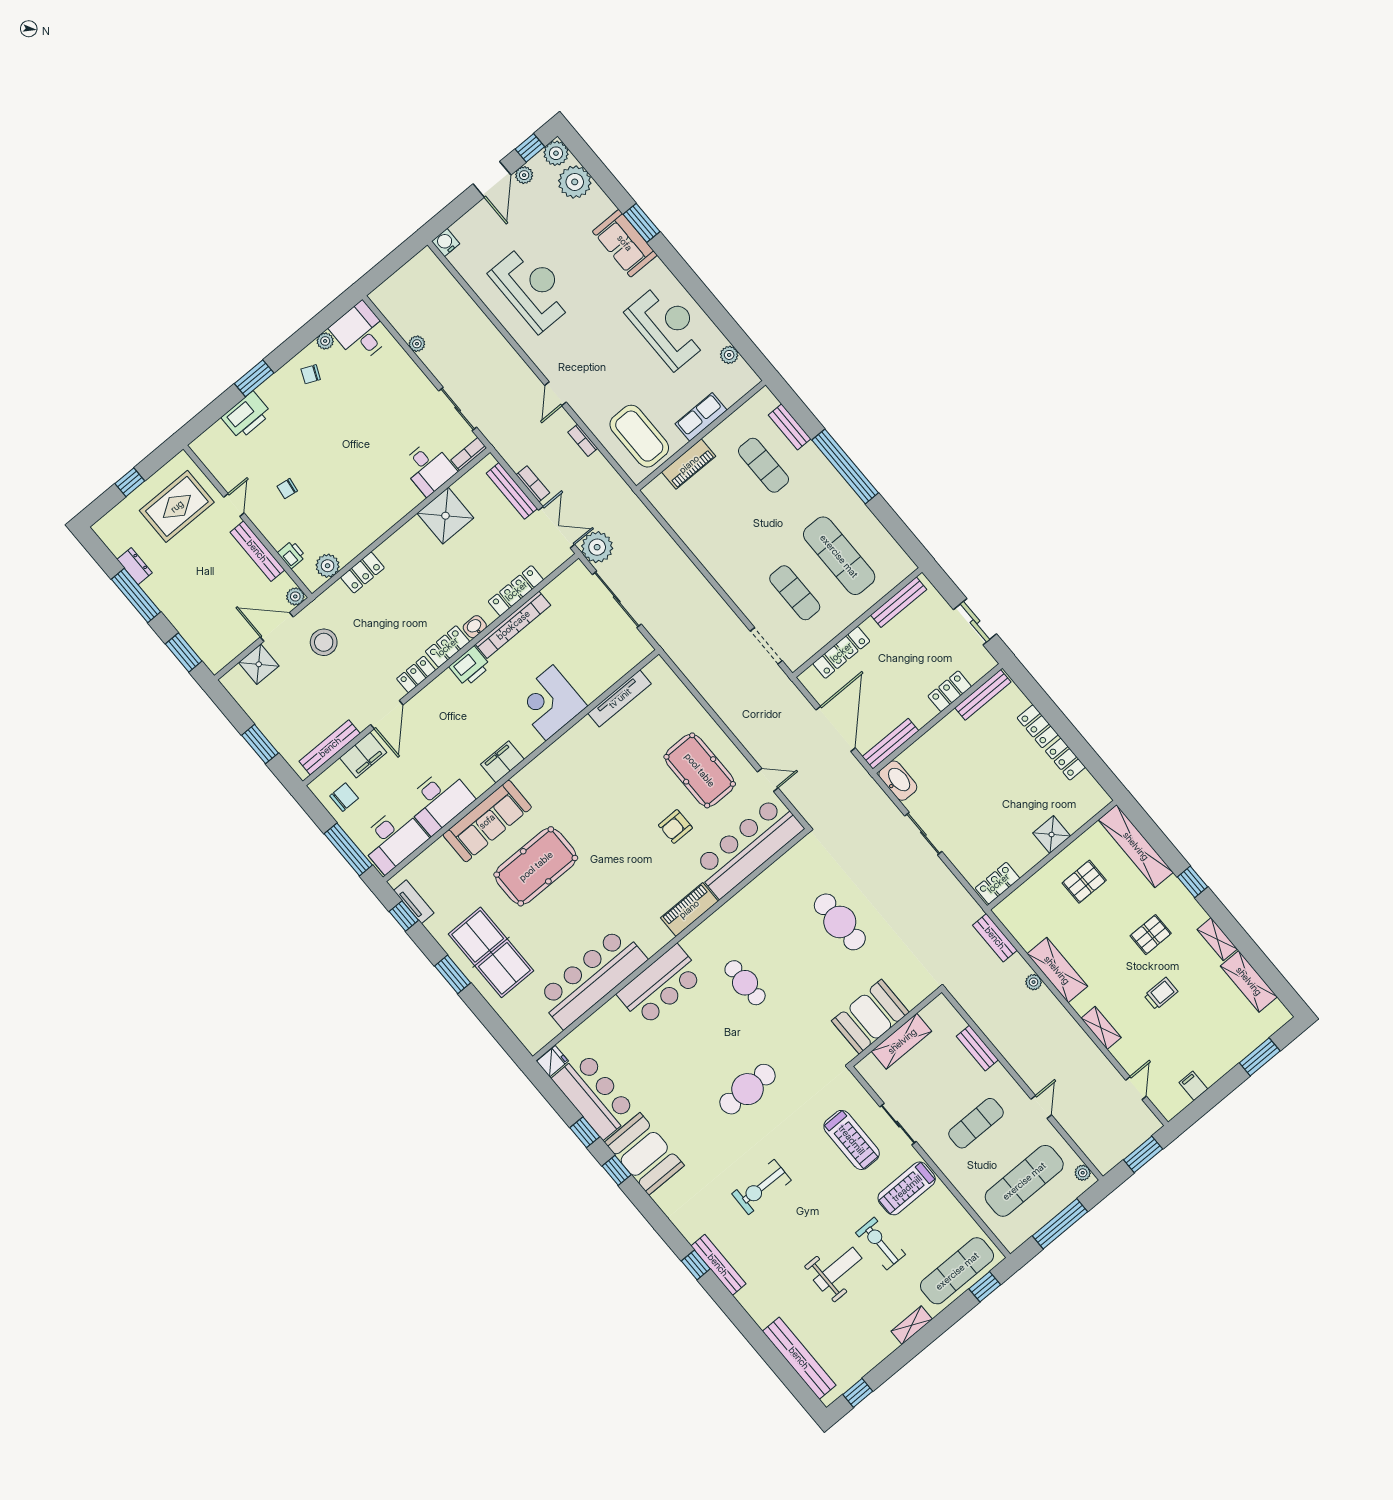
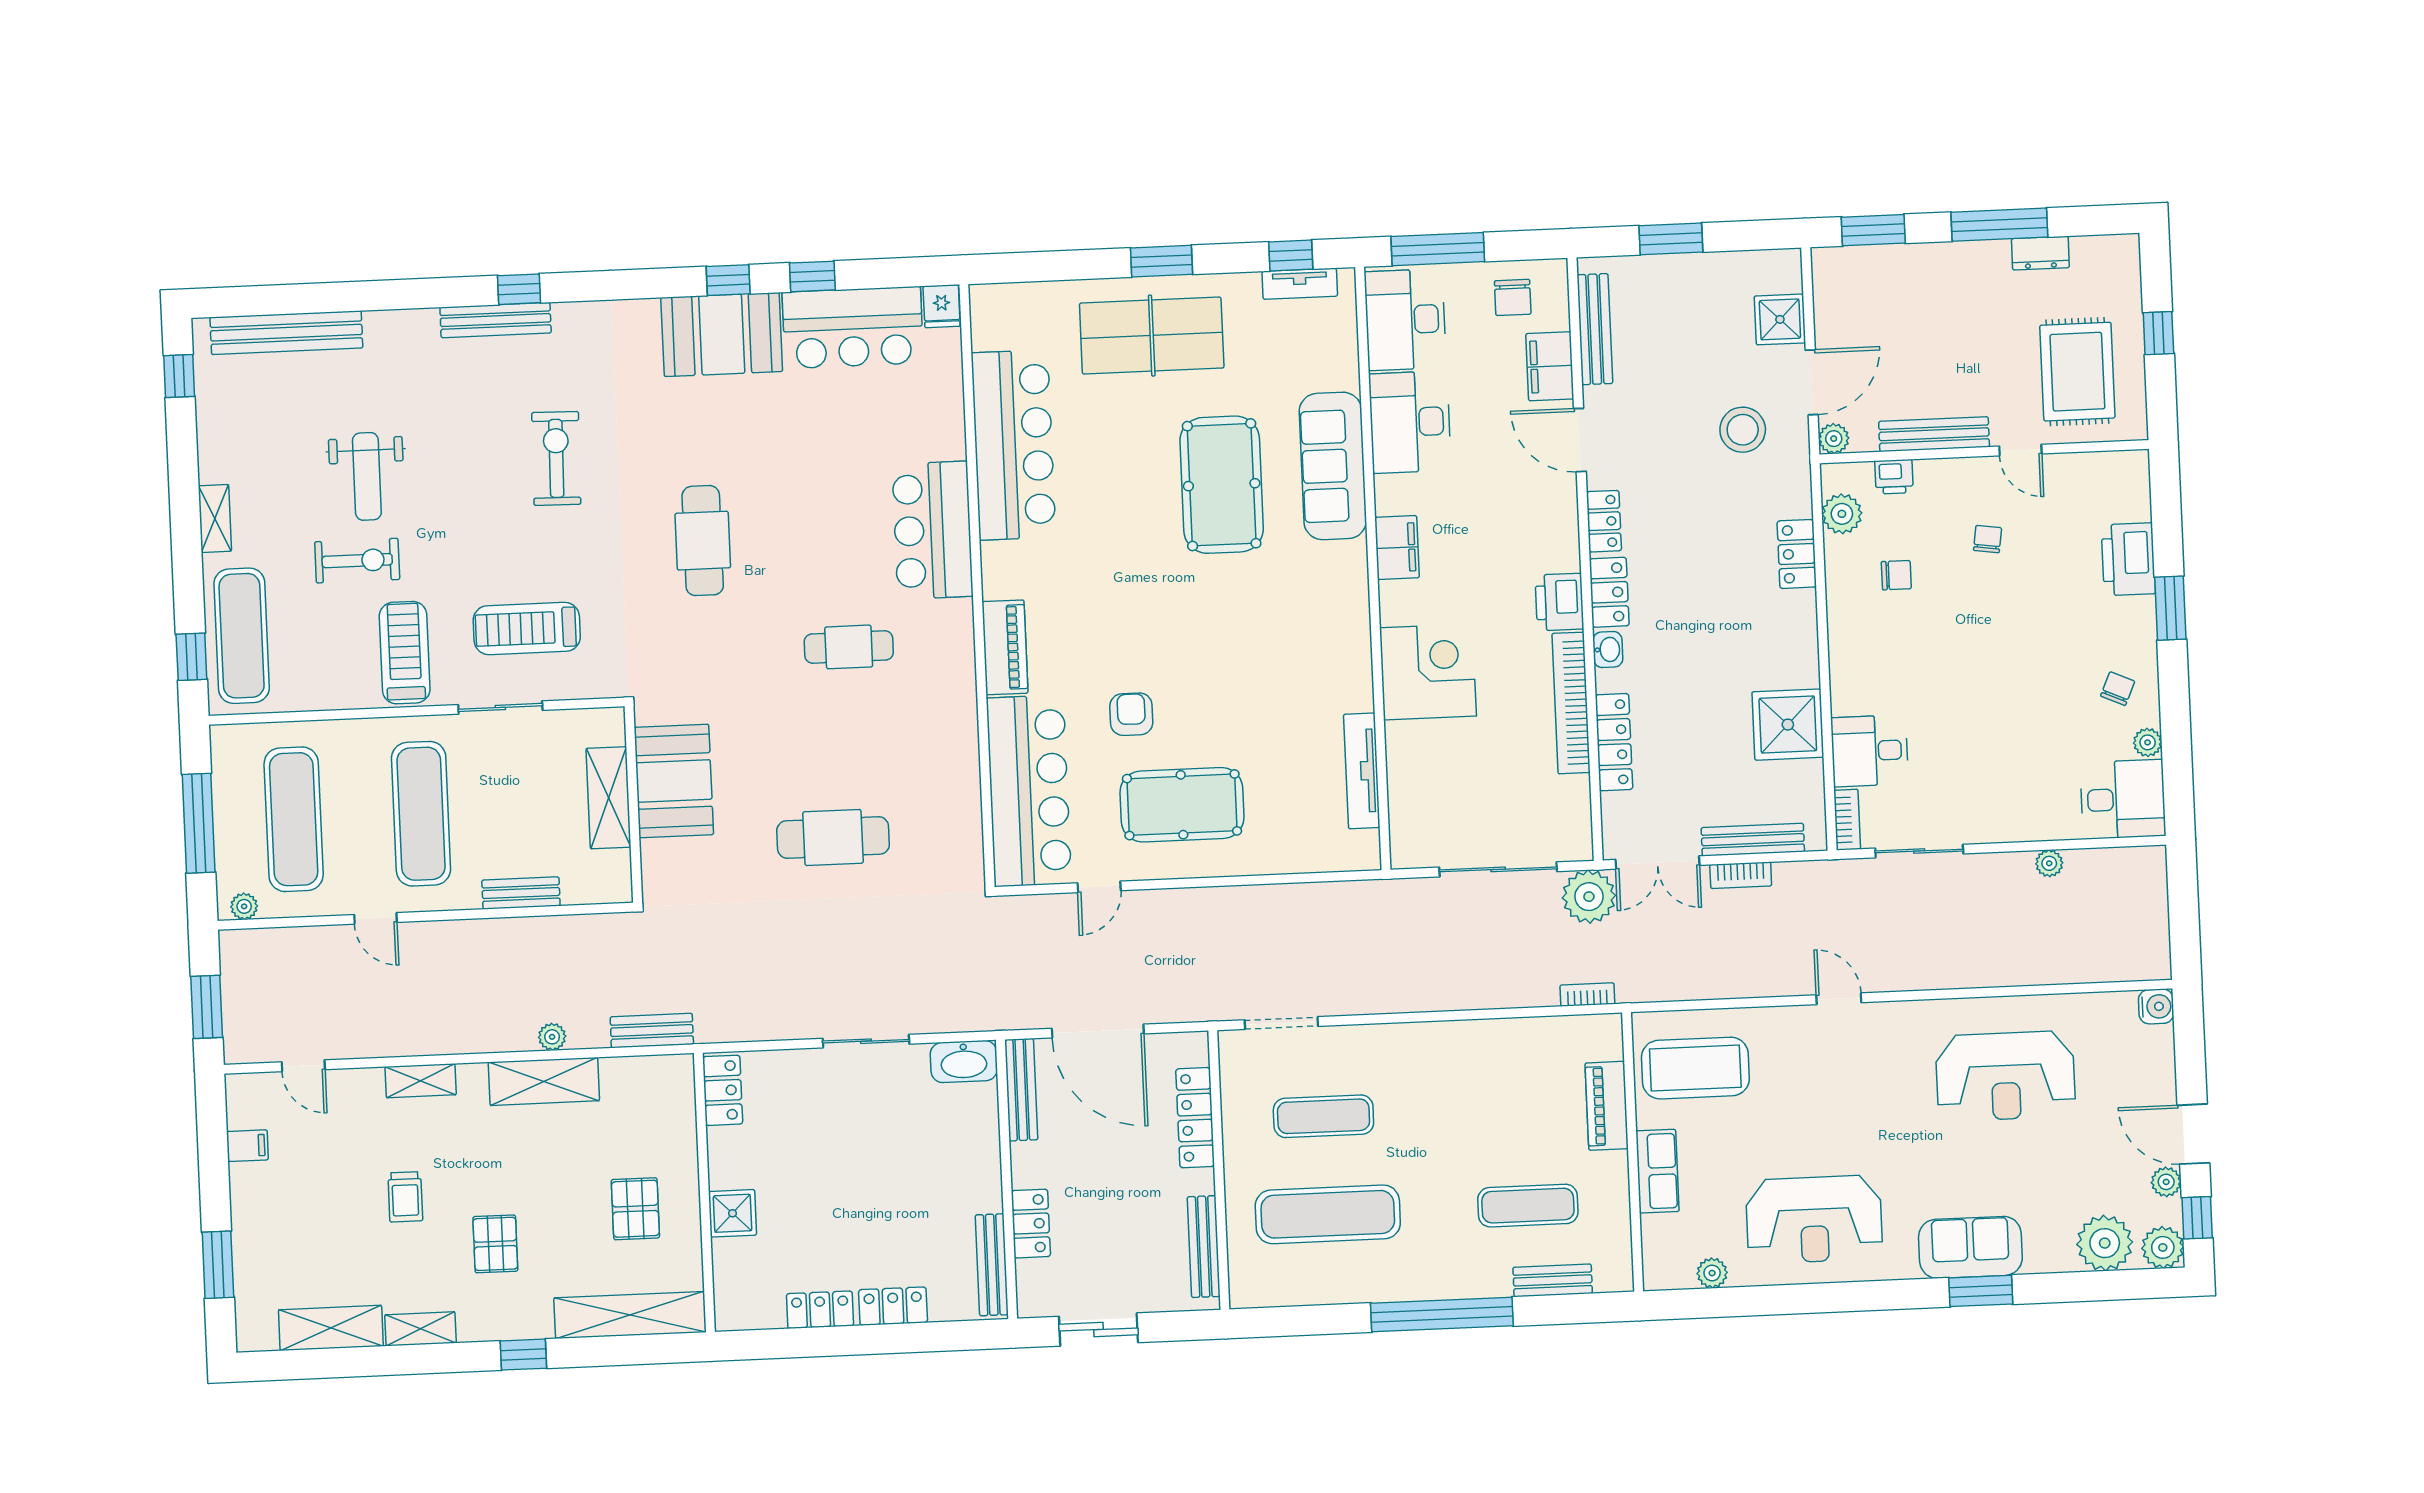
bookcase: (583, 440) -> (1587, 995), moved
chair: (337, 518) -> (1896, 575), added
exercise mat: (976, 1123) -> (421, 814), width x1.36, depth x1.45

